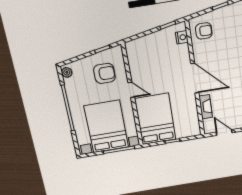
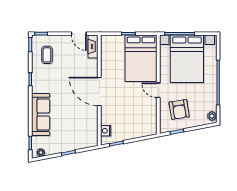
armchair: (204, 31) -> (86, 133), removed
armchair: (104, 73) -> (179, 109), turned -99
fireplace: (206, 107) -> (93, 47), moved

